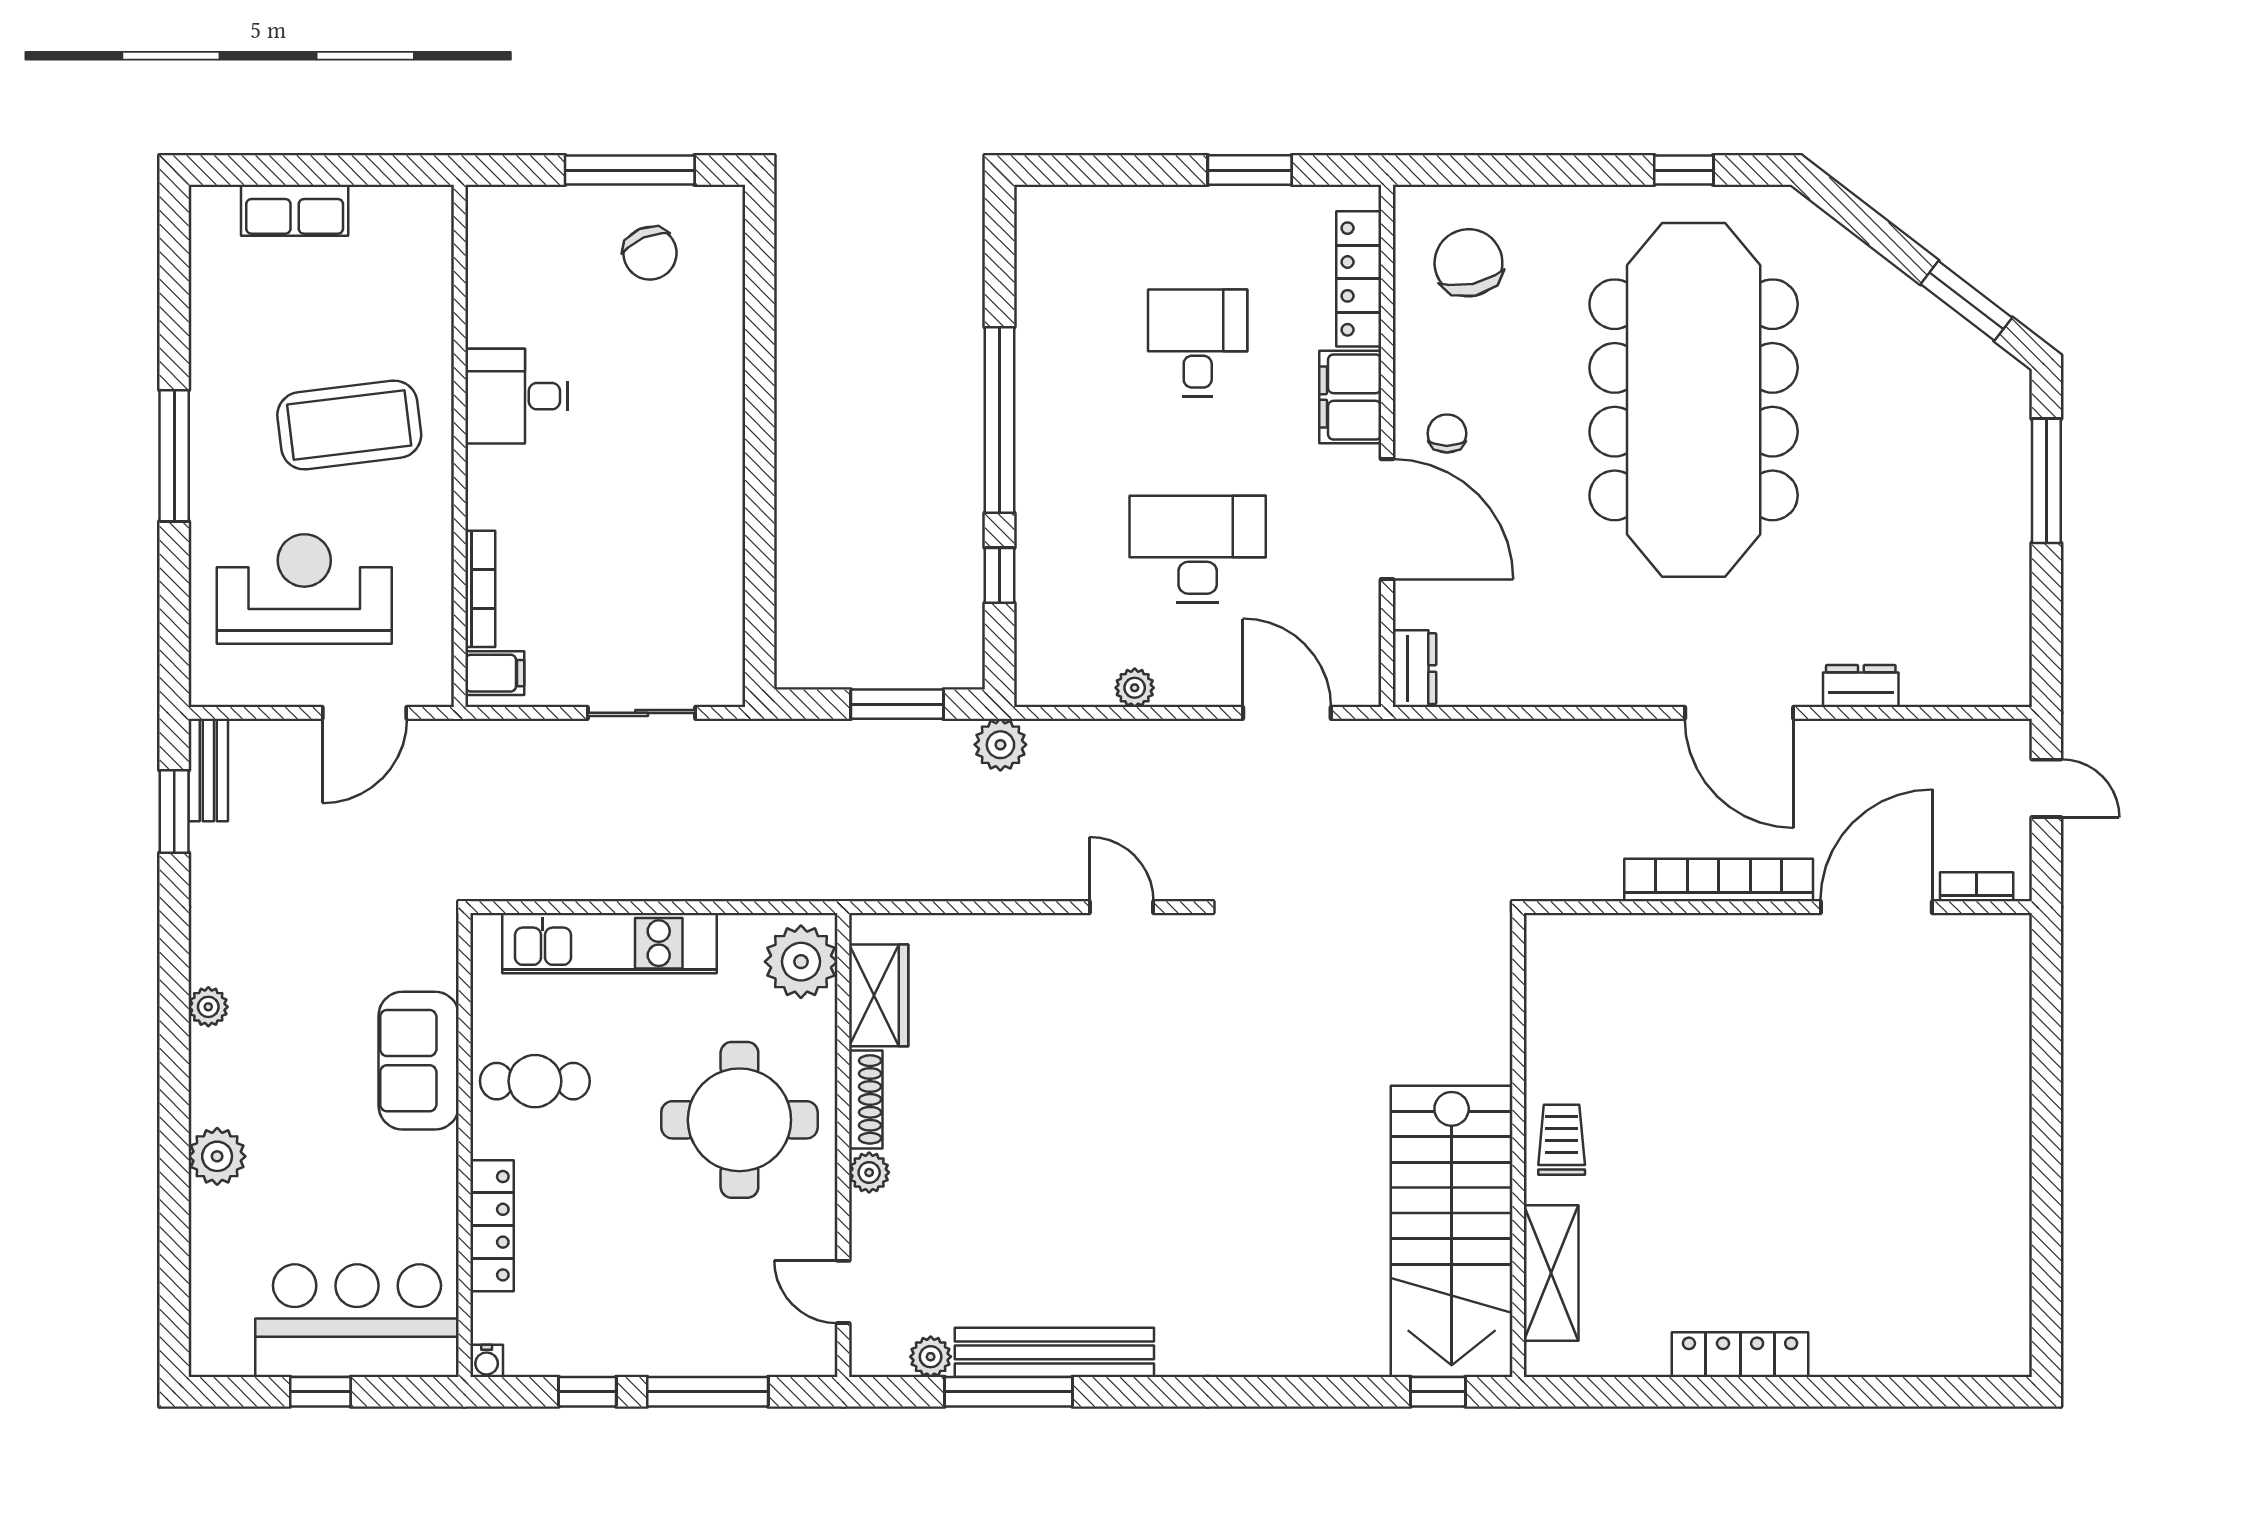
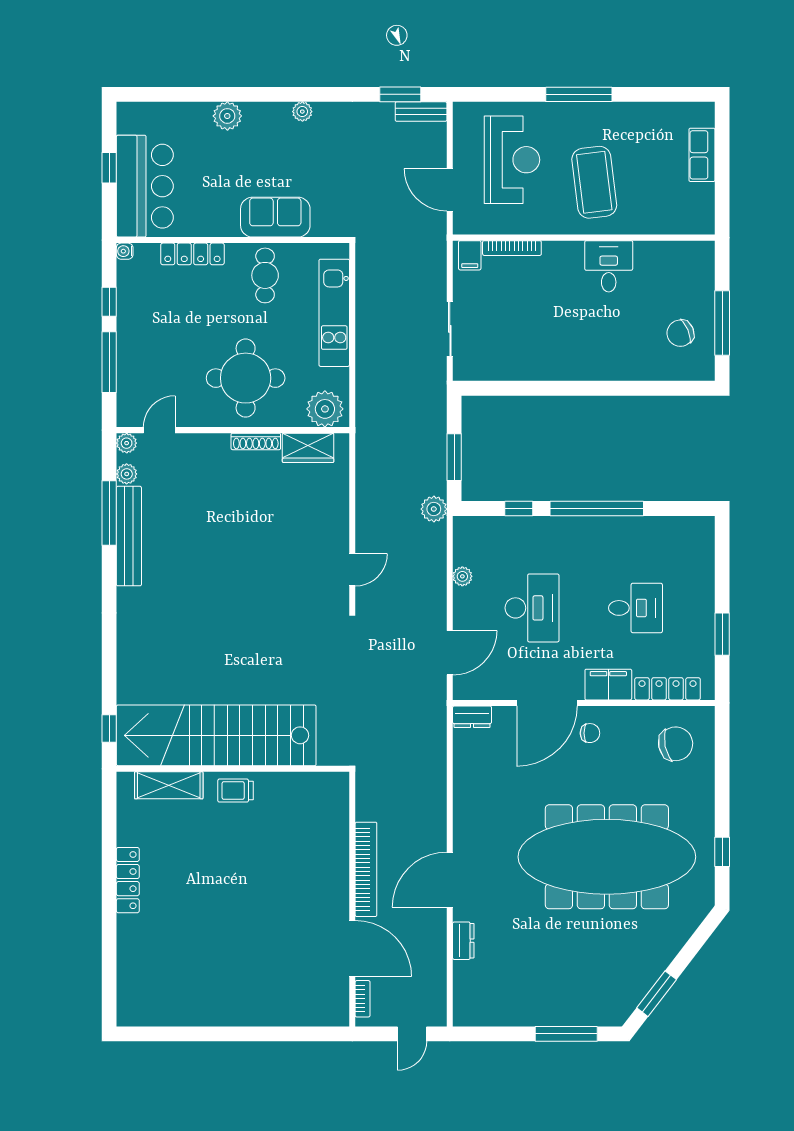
trolley: (1562, 1140) -> (236, 791), turned 180
plant: (869, 1173) -> (127, 443), moved
stairs: (1452, 1231) -> (216, 735), width x1.36

